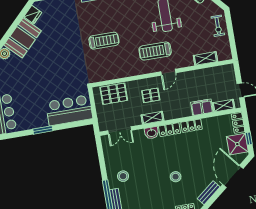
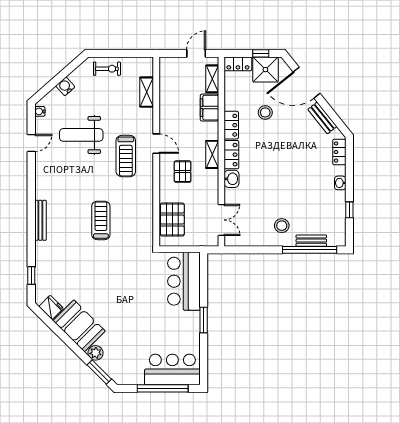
shelving: (152, 118) -> (212, 154), moved
stool: (176, 177) -> (265, 112), moved

